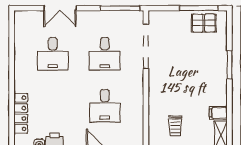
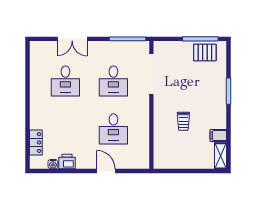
locker: (21, 113) -> (36, 143), width x0.66
trolley: (175, 126) -> (183, 121), moved

